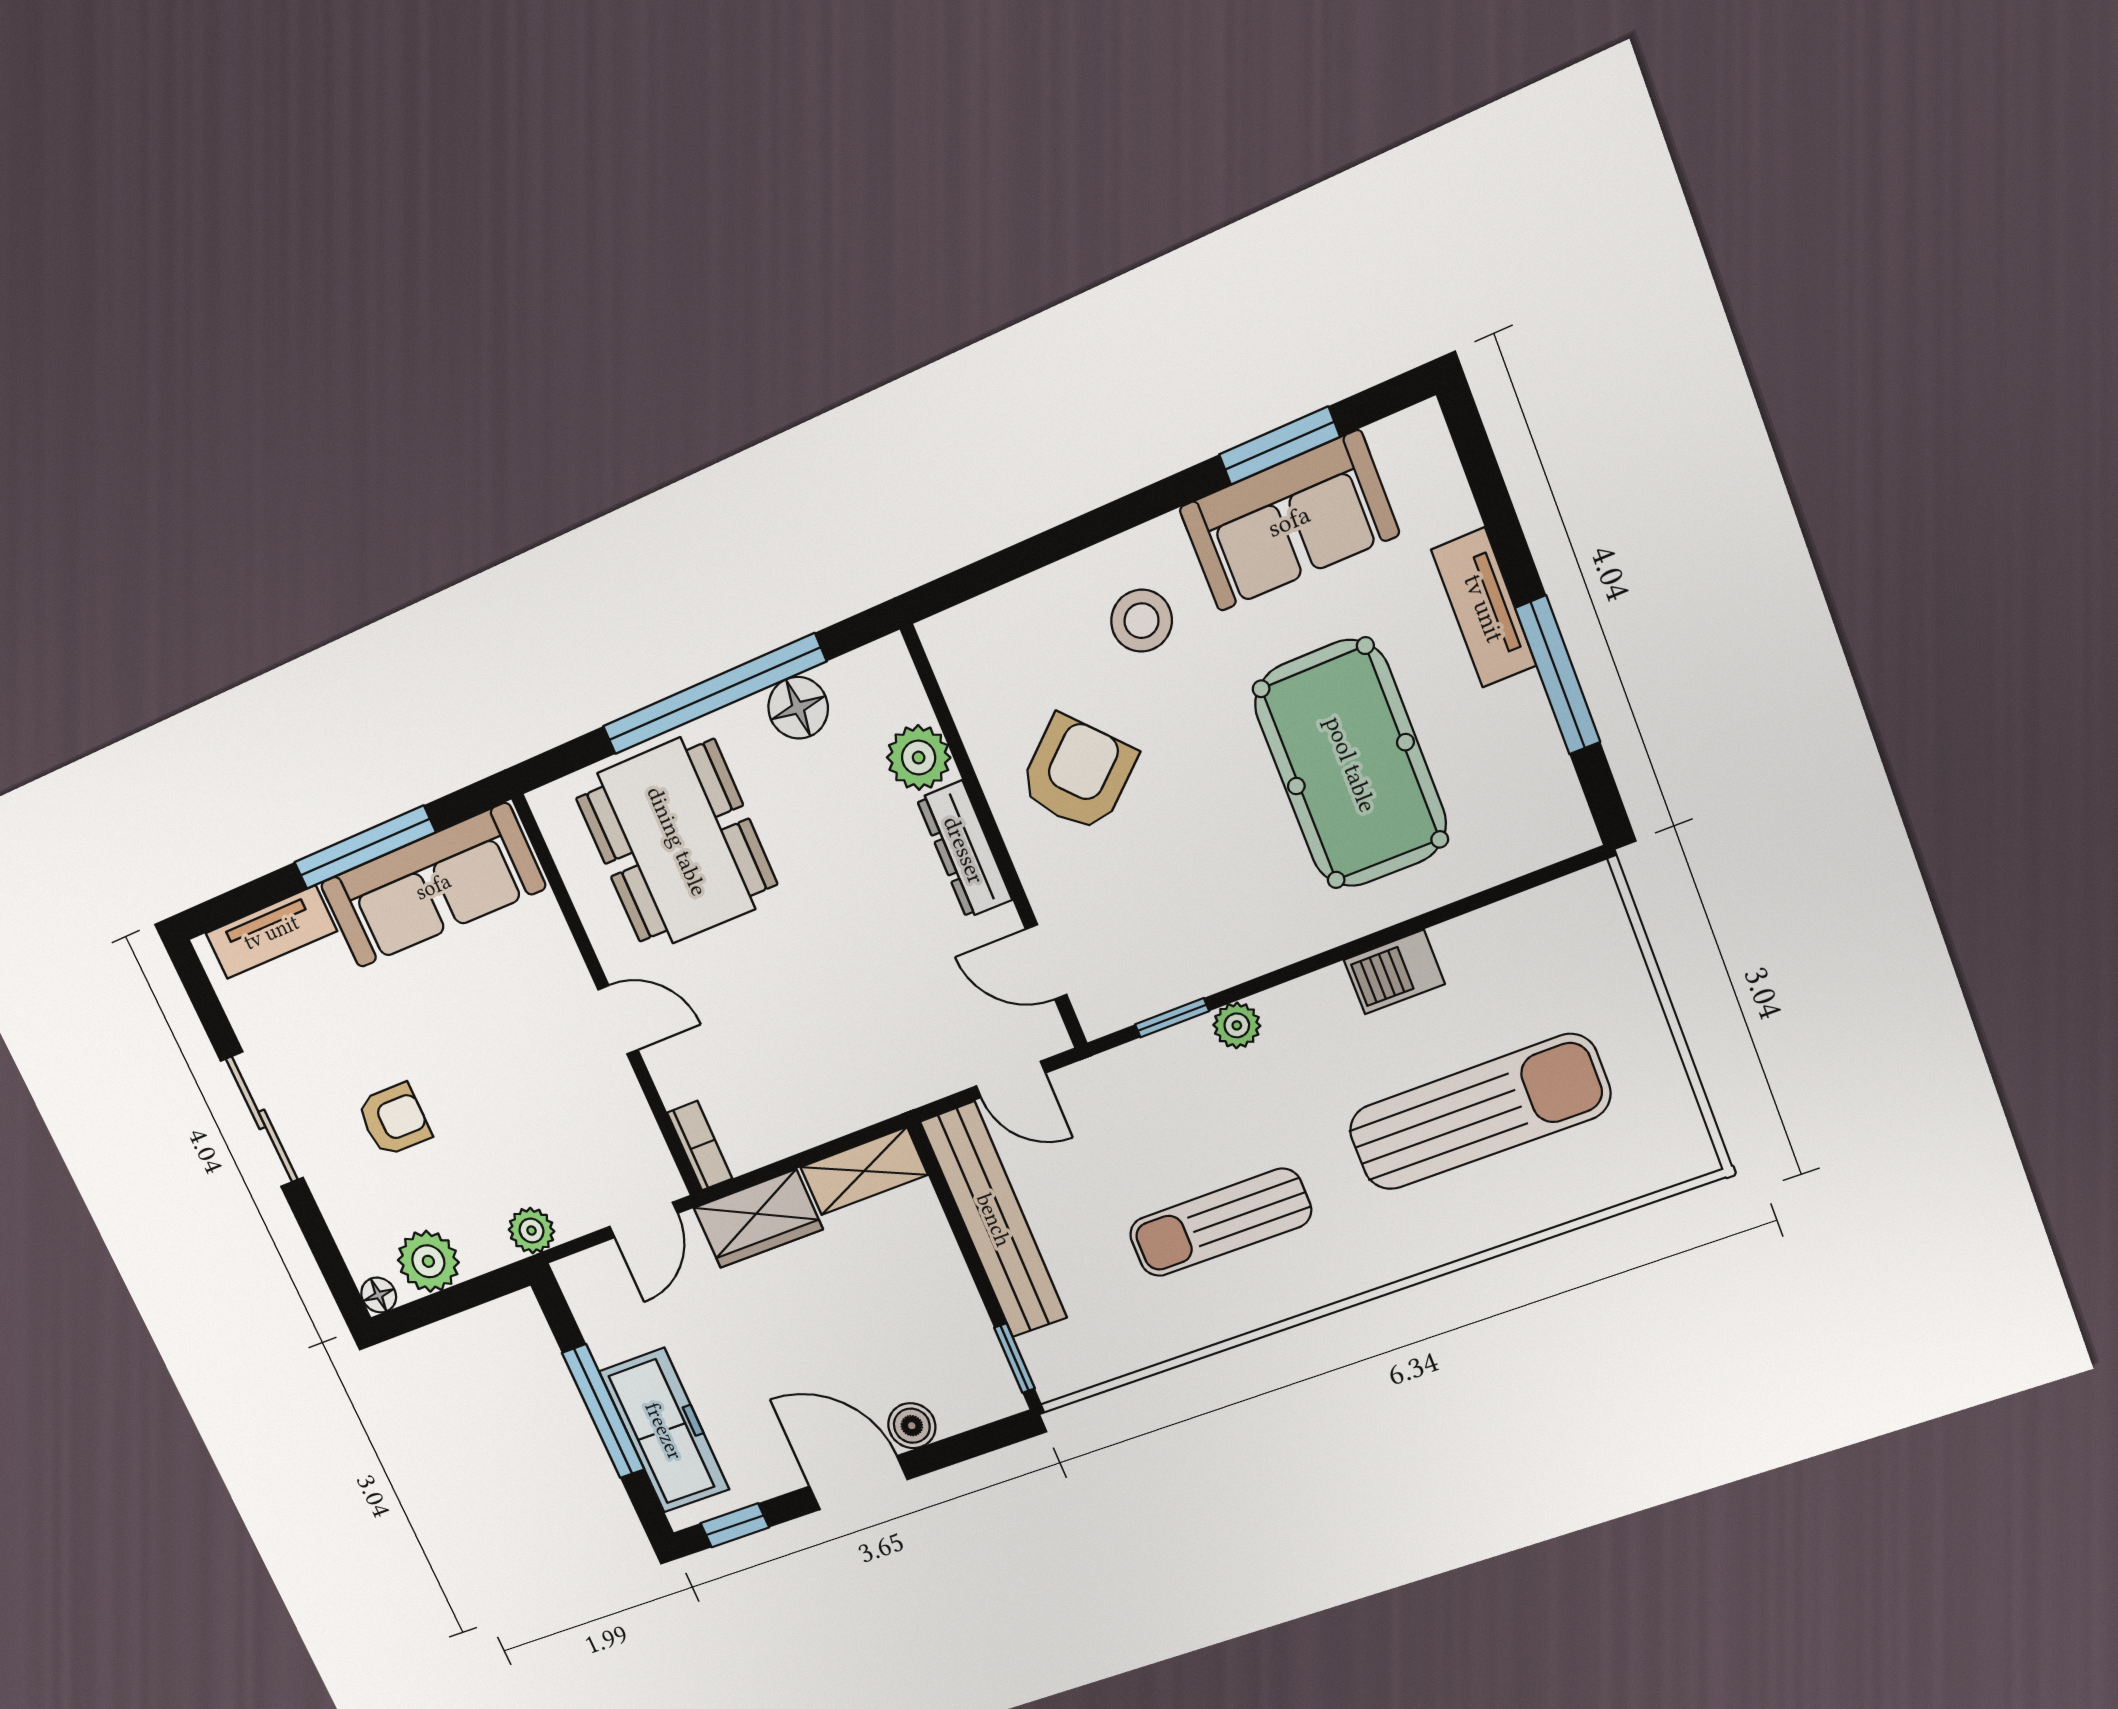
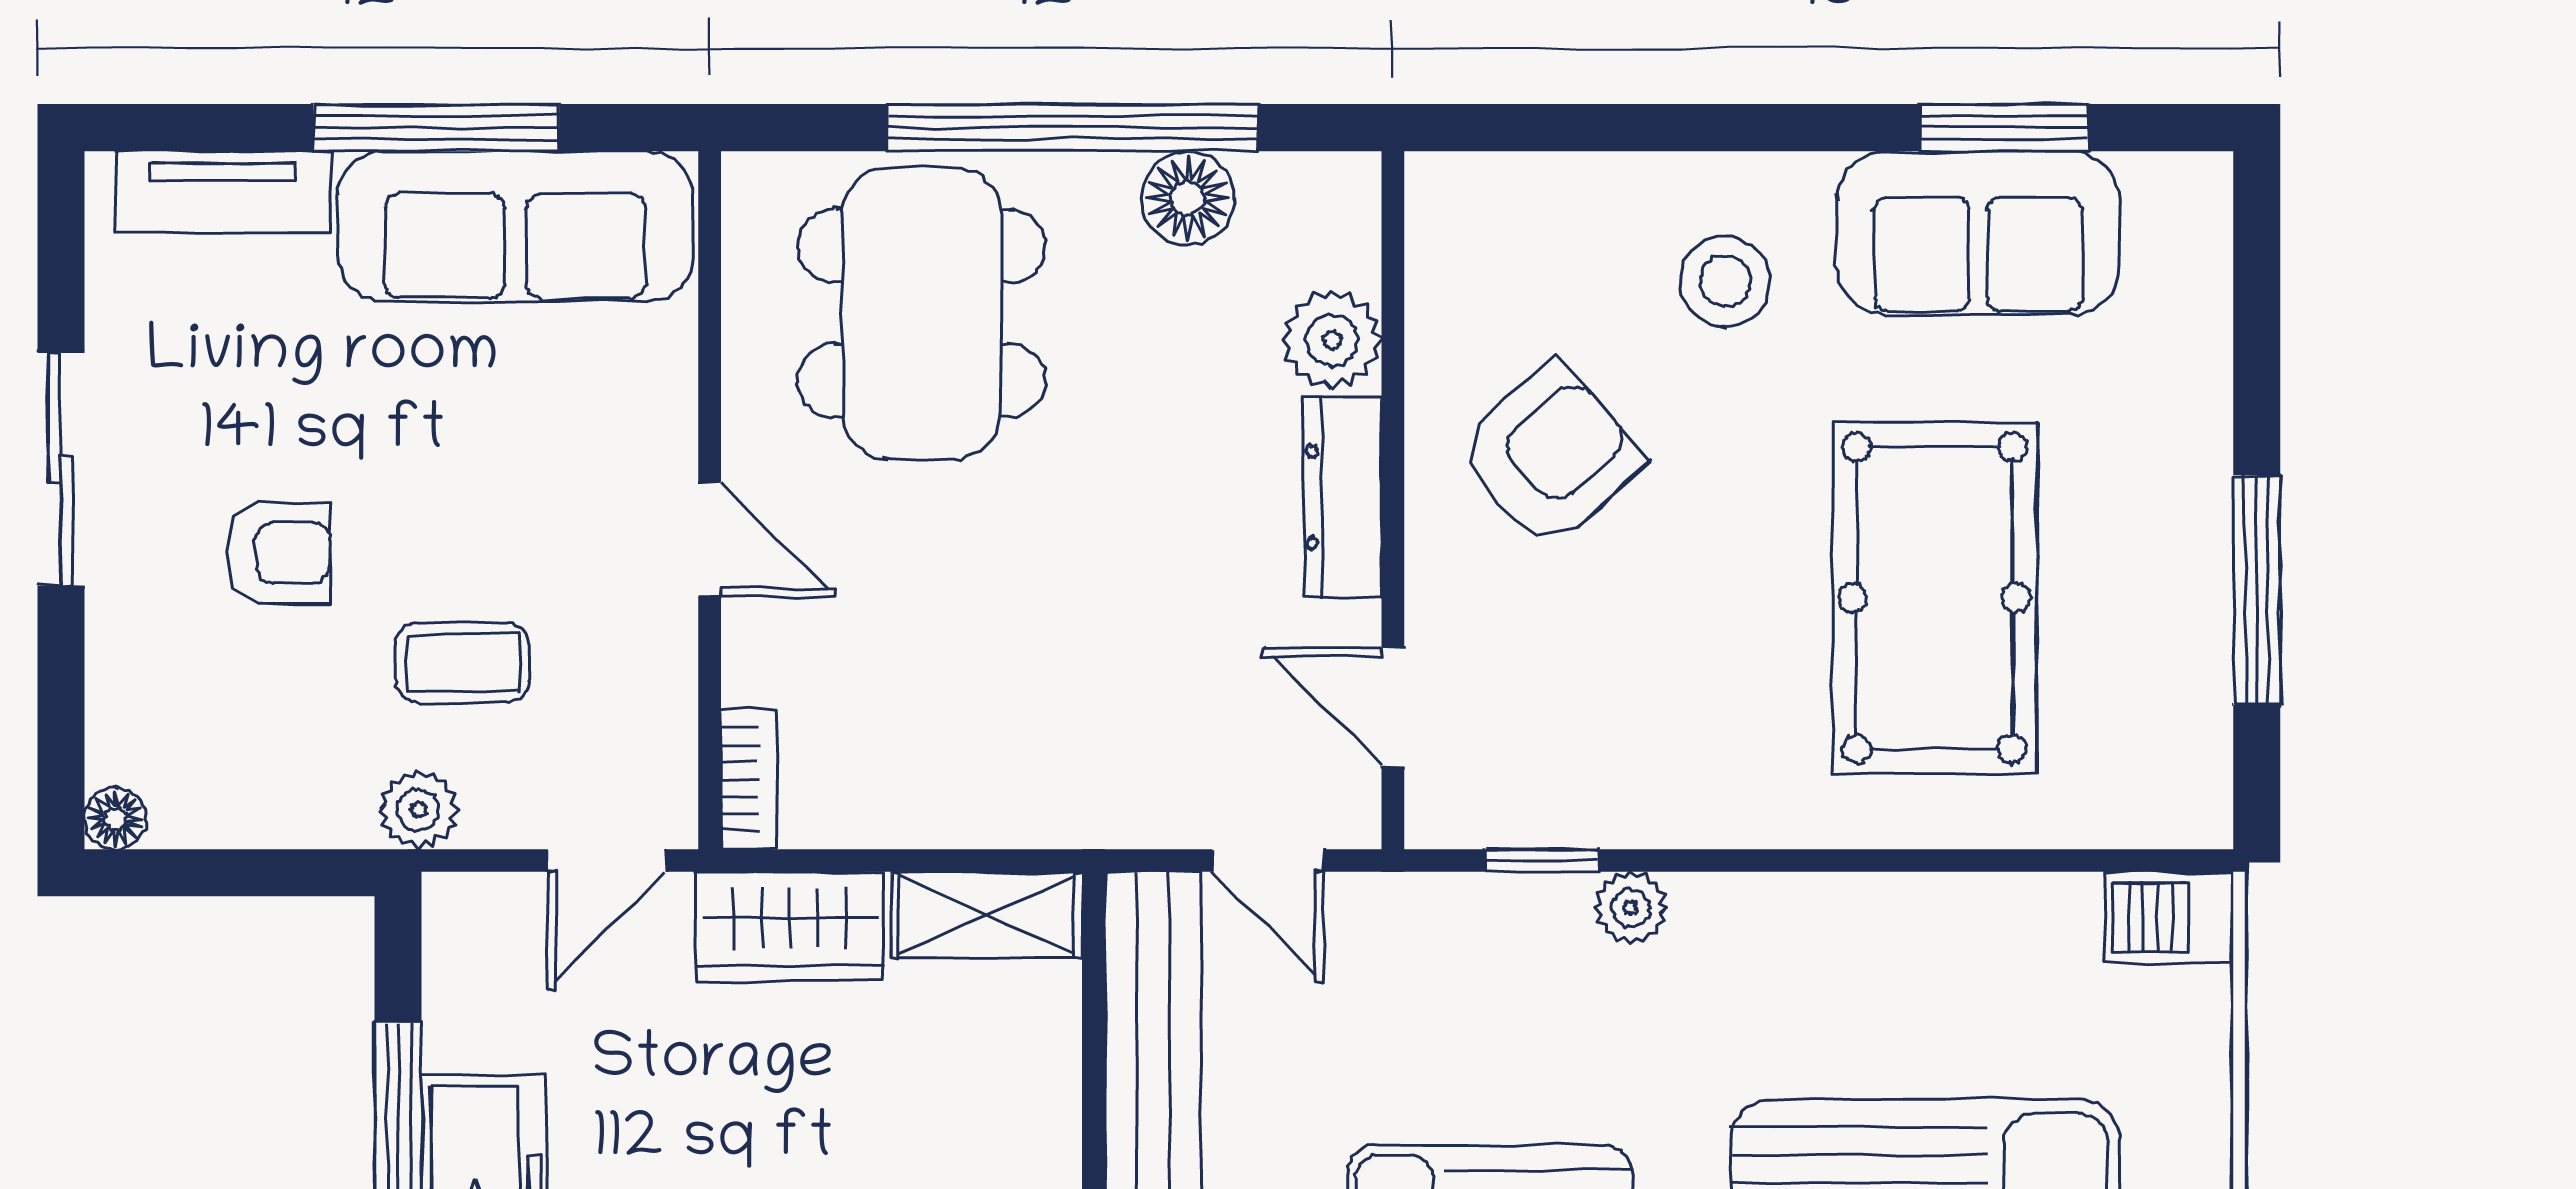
tv unit: (1484, 608) -> (2193, 458), removed
barbecue: (1394, 972) -> (2169, 917), moved
coffee table: (518, 1141) -> (463, 663), added
plant: (428, 1261) -> (225, 795), removed

